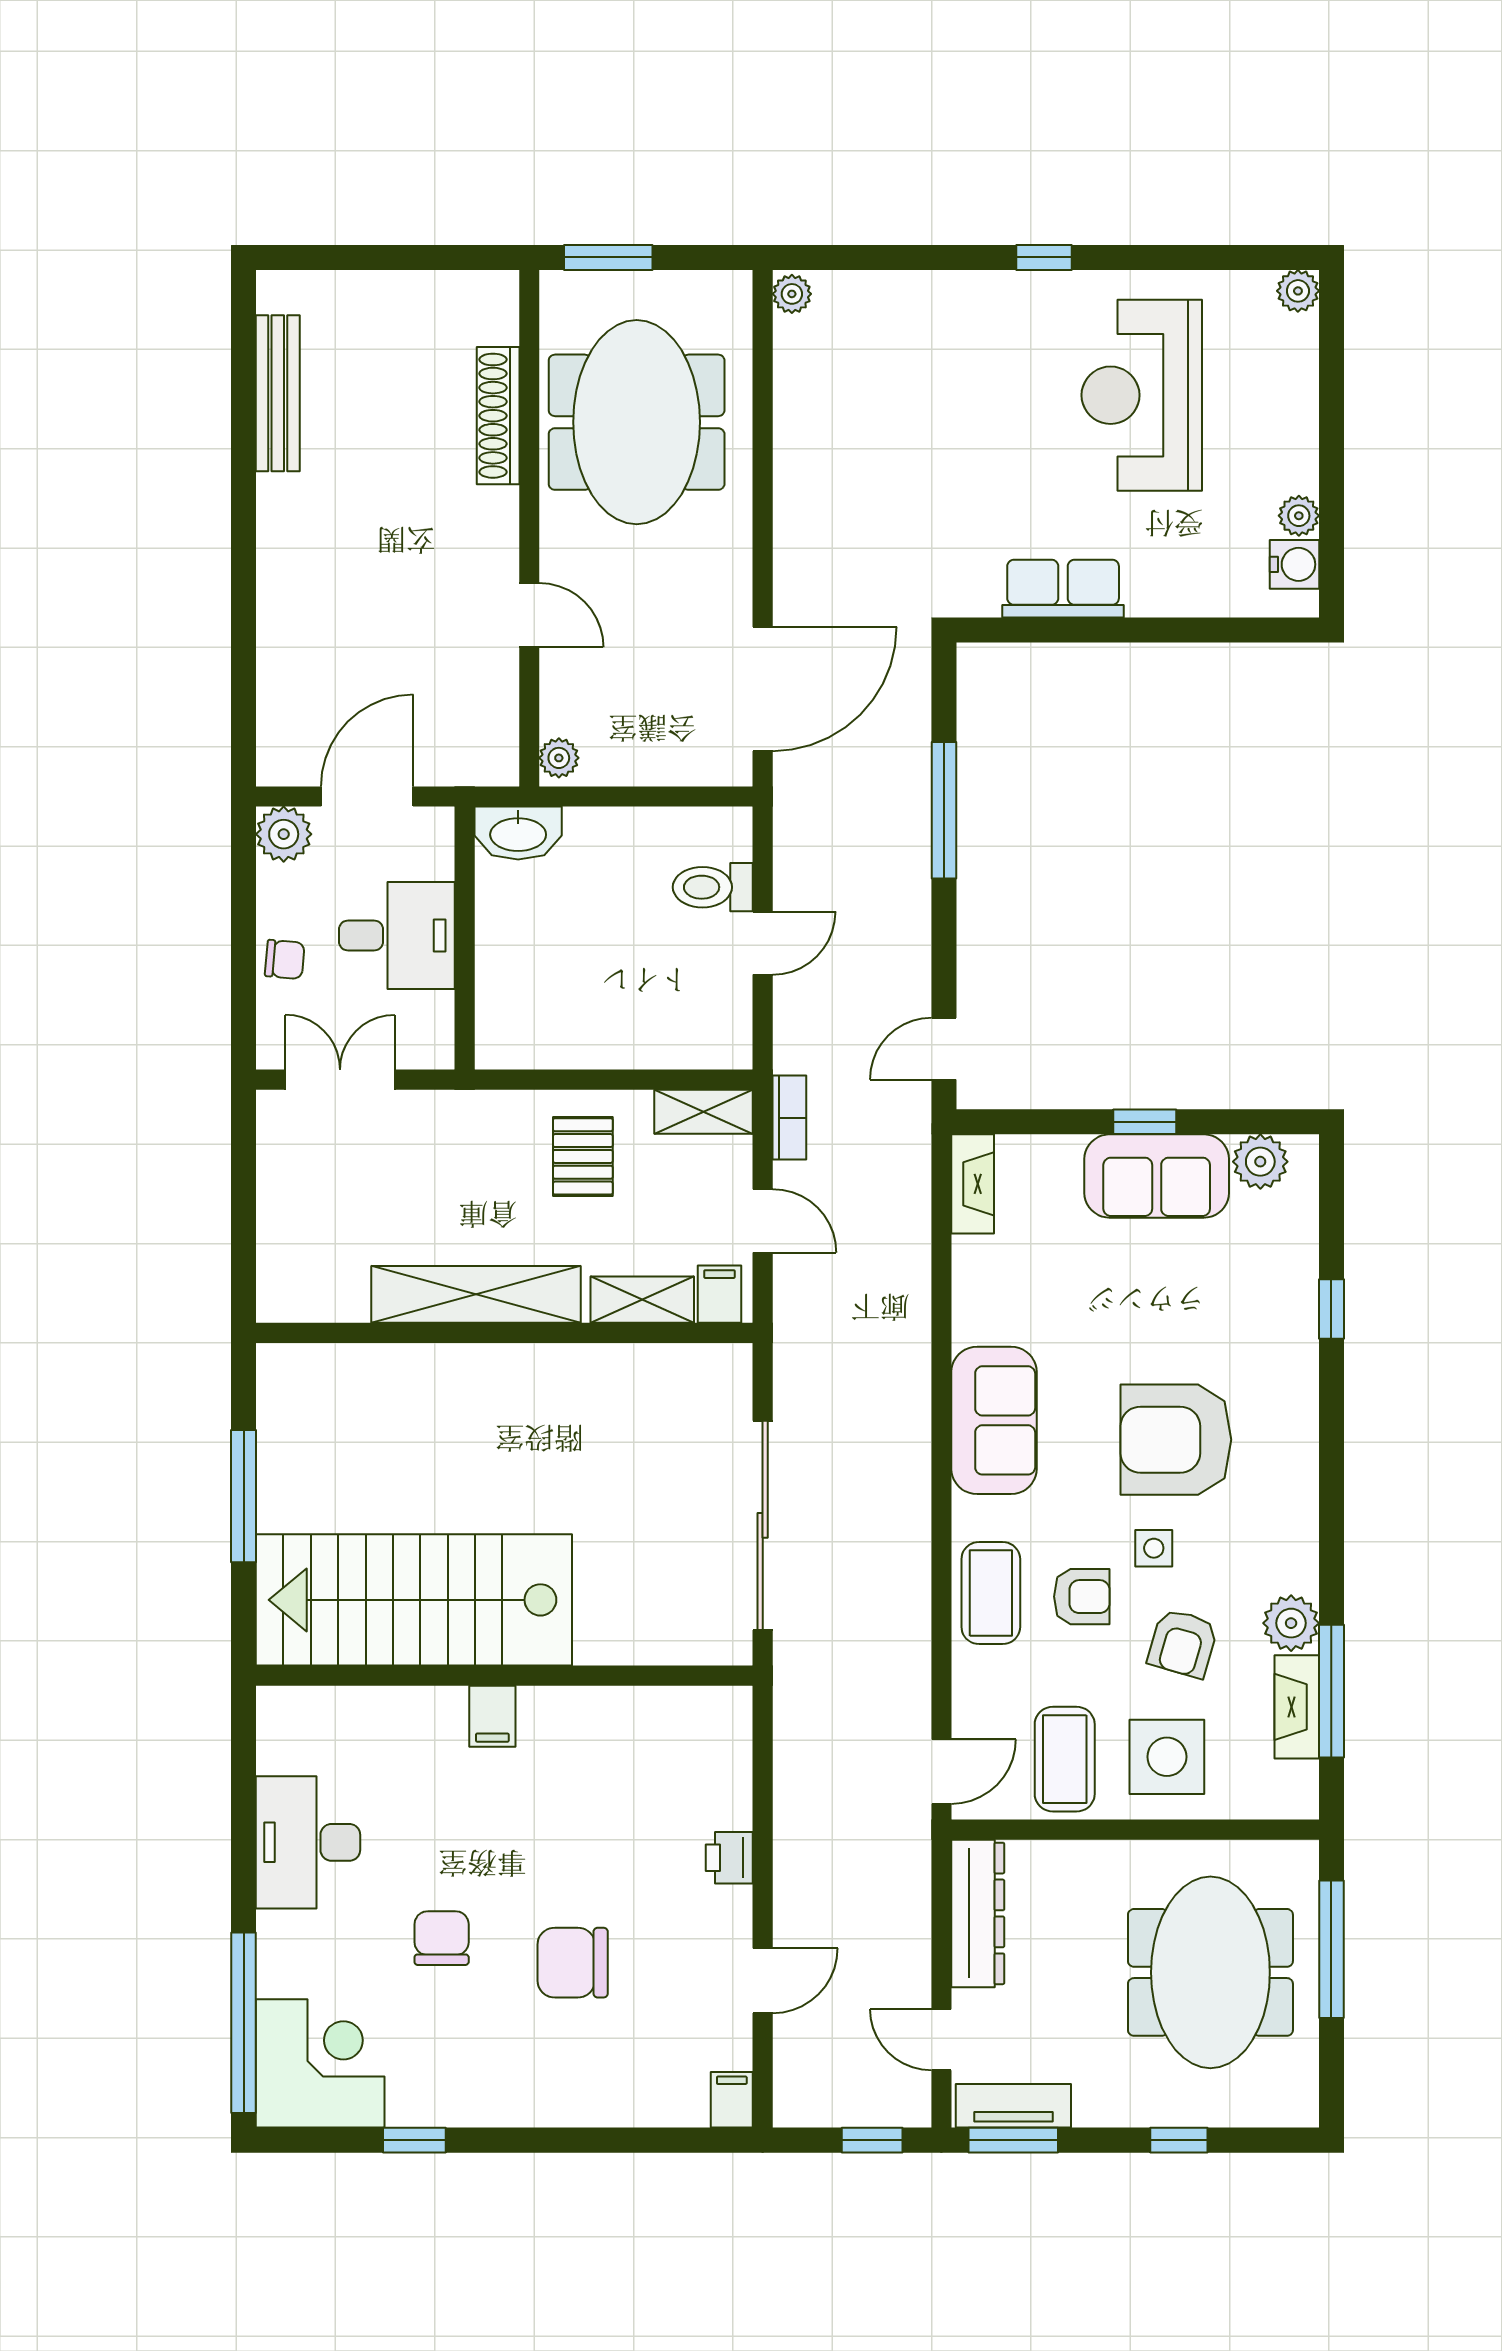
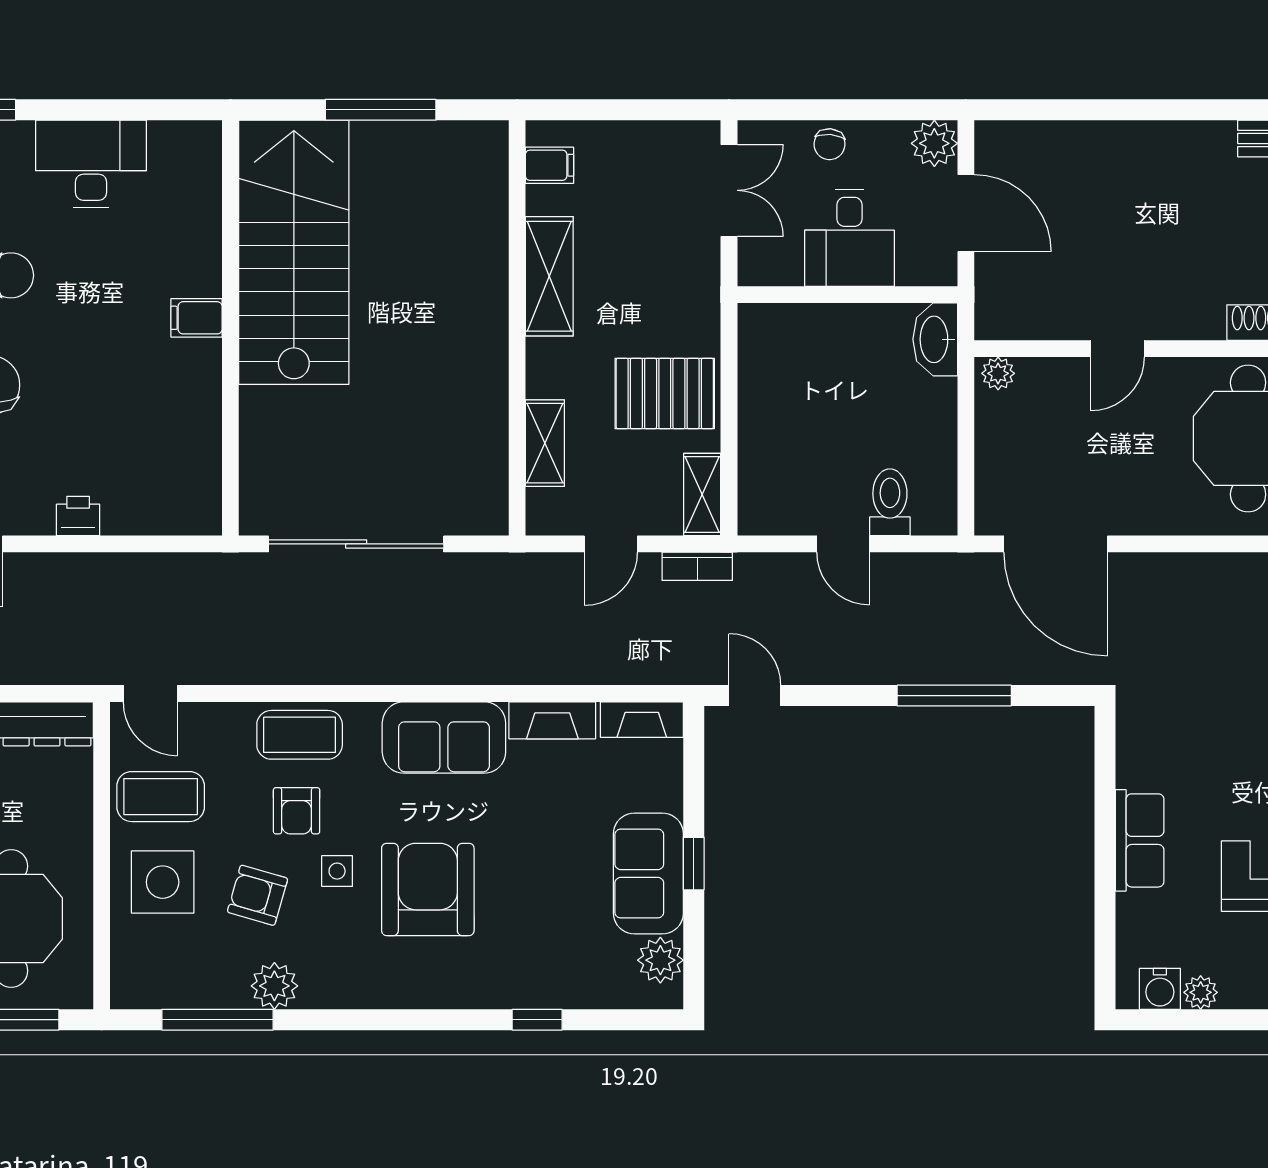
row of seats: (1063, 589) -> (1140, 840), moved
pallet: (583, 1156) -> (665, 394), width x1.50, depth x1.42
shelving: (476, 1294) -> (549, 276), width x0.68
filing cabinet: (720, 1294) -> (549, 165), moved
fireplace: (1297, 1707) -> (552, 720), moved, turned 180

